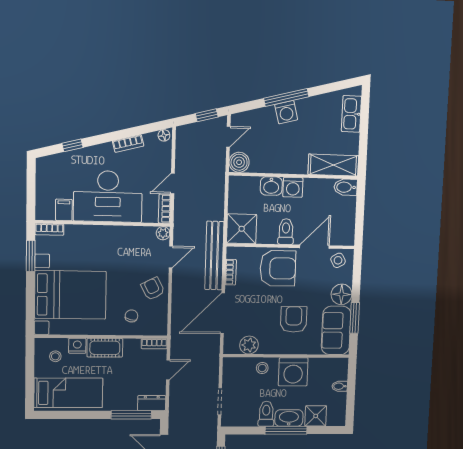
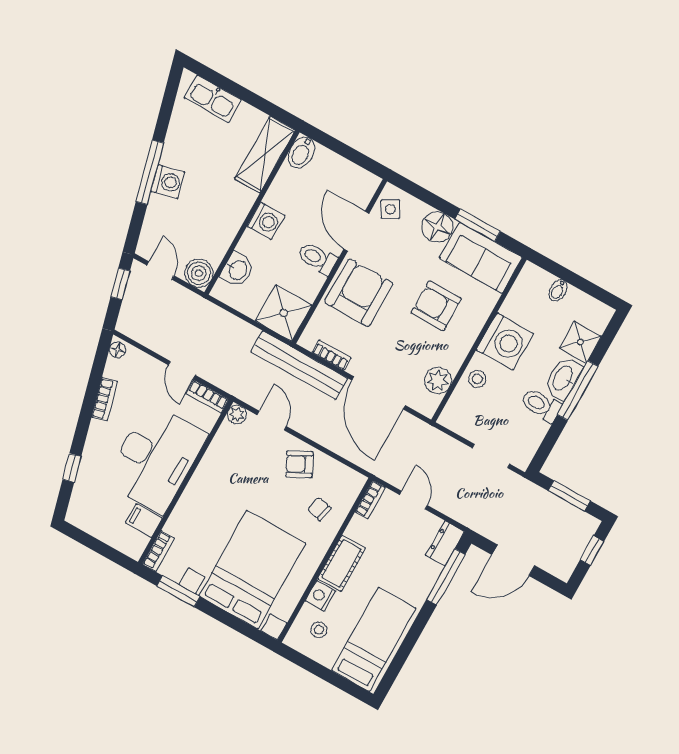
washbasin: (271, 186) -> (237, 270), moved

